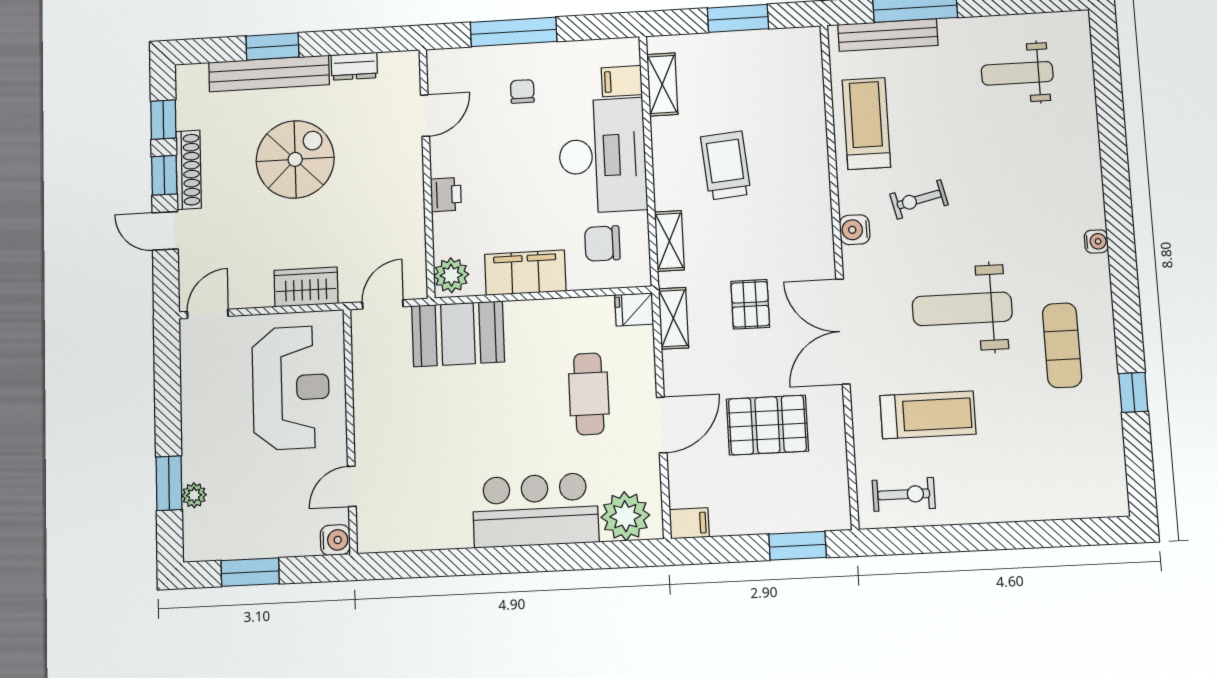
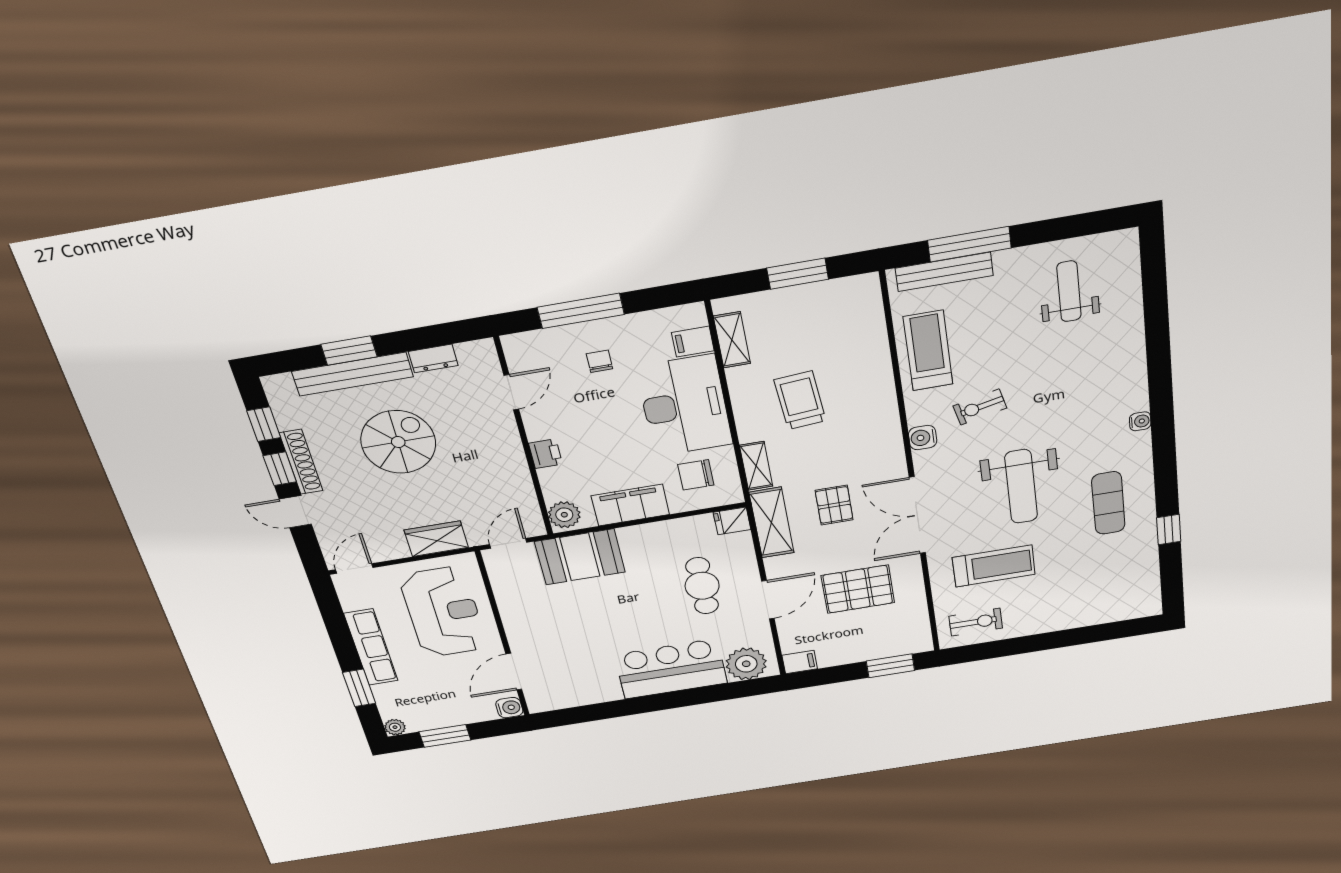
weight bench: (1017, 73) -> (1069, 291), turned 90
weight bench: (962, 309) -> (1021, 486), turned -90
shelving: (673, 318) -> (772, 523), width x1.50, depth x1.33
row of seats: (198, 426) -> (371, 647), added
door: (352, 486) -> (514, 672), width x1.38
plant: (194, 495) -> (395, 727), moved

